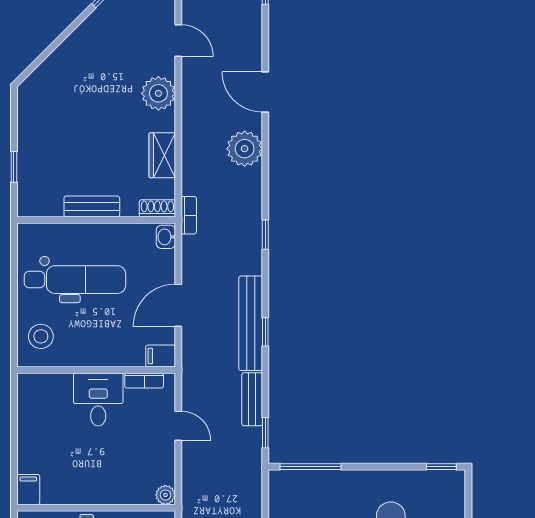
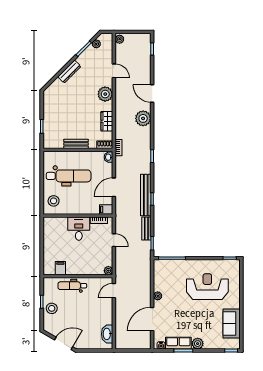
dresser: (77, 42) -> (69, 72), added
filing cabinet: (28, 490) -> (60, 268), moved

